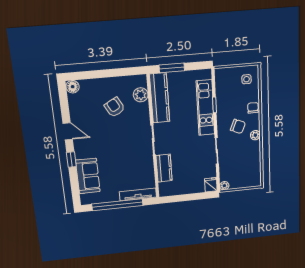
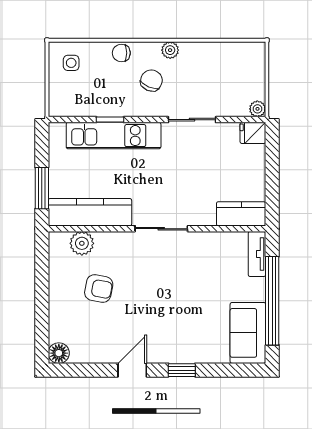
armchair: (115, 107) -> (99, 289), turned -140
kitchen counter: (164, 168) -> (241, 214), moved
sofa: (88, 176) -> (248, 333), moved, turned -90
tv unit: (138, 194) -> (257, 254), width x0.71

